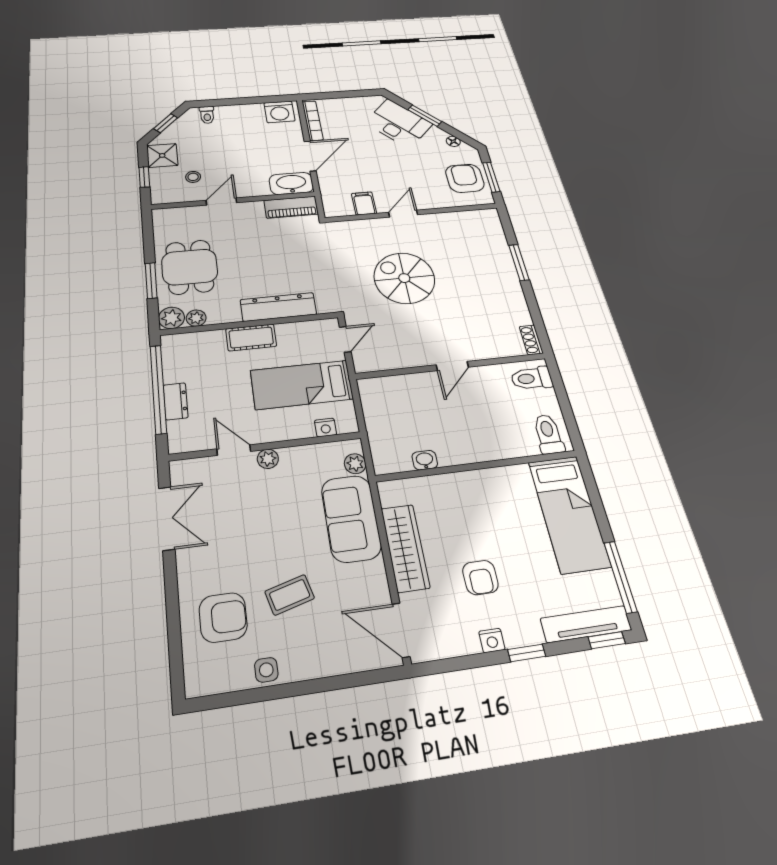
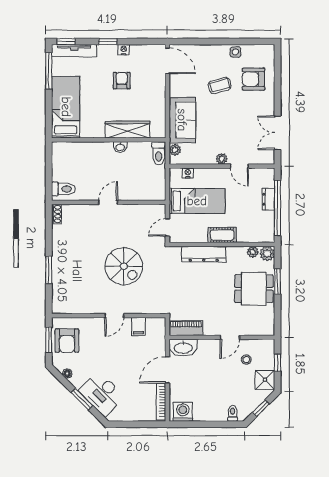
dining table: (190, 267) -> (254, 289), turned 90
toilet: (548, 434) -> (159, 153), moved
washbasin: (425, 460) -> (120, 147), moved
wardrobe: (405, 548) -> (128, 130), moved, turned 90

